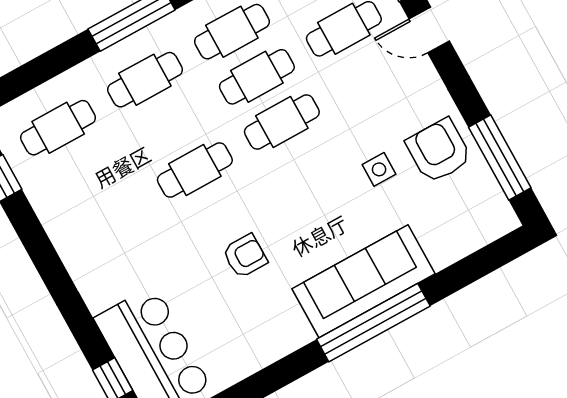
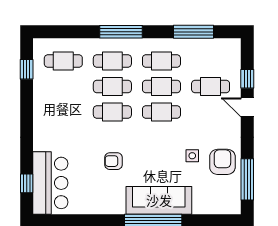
cafe table: (170, 125) -> (112, 87), added
armchair: (245, 256) -> (114, 161), turned 180

